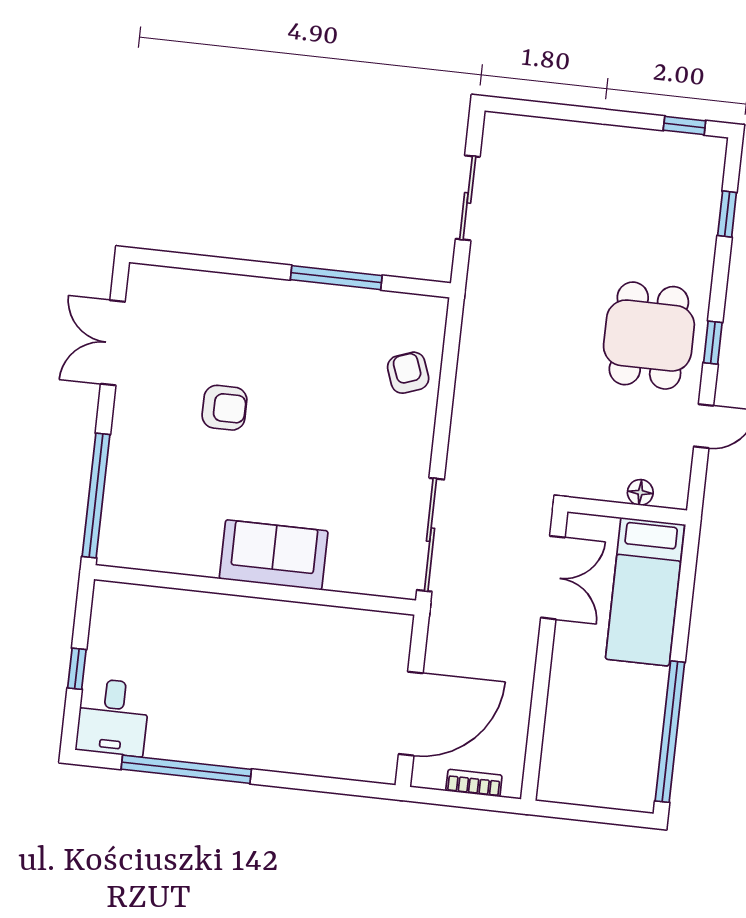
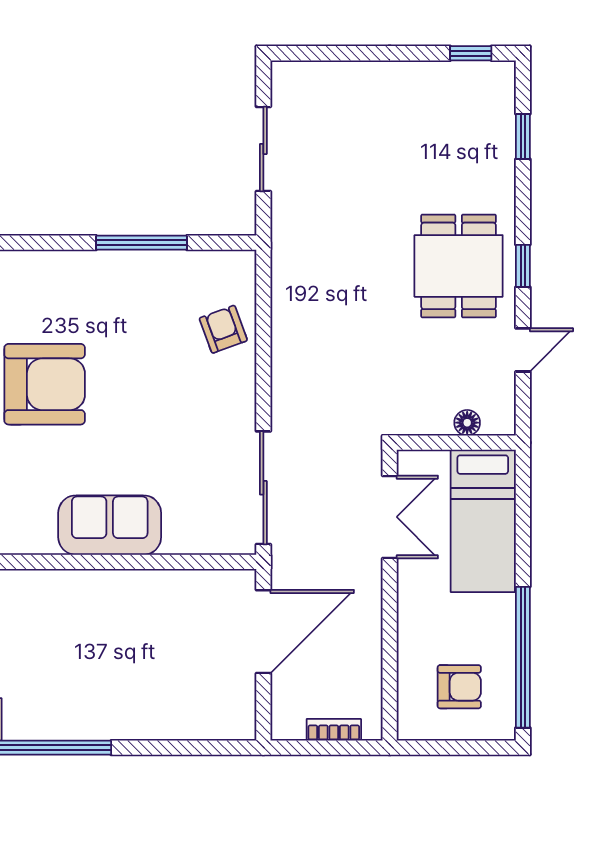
armchair: (224, 408) -> (45, 384), width x1.88, depth x1.88
door: (411, 714) -> (263, 632), moved
armchair: (603, 754) -> (459, 687), added

